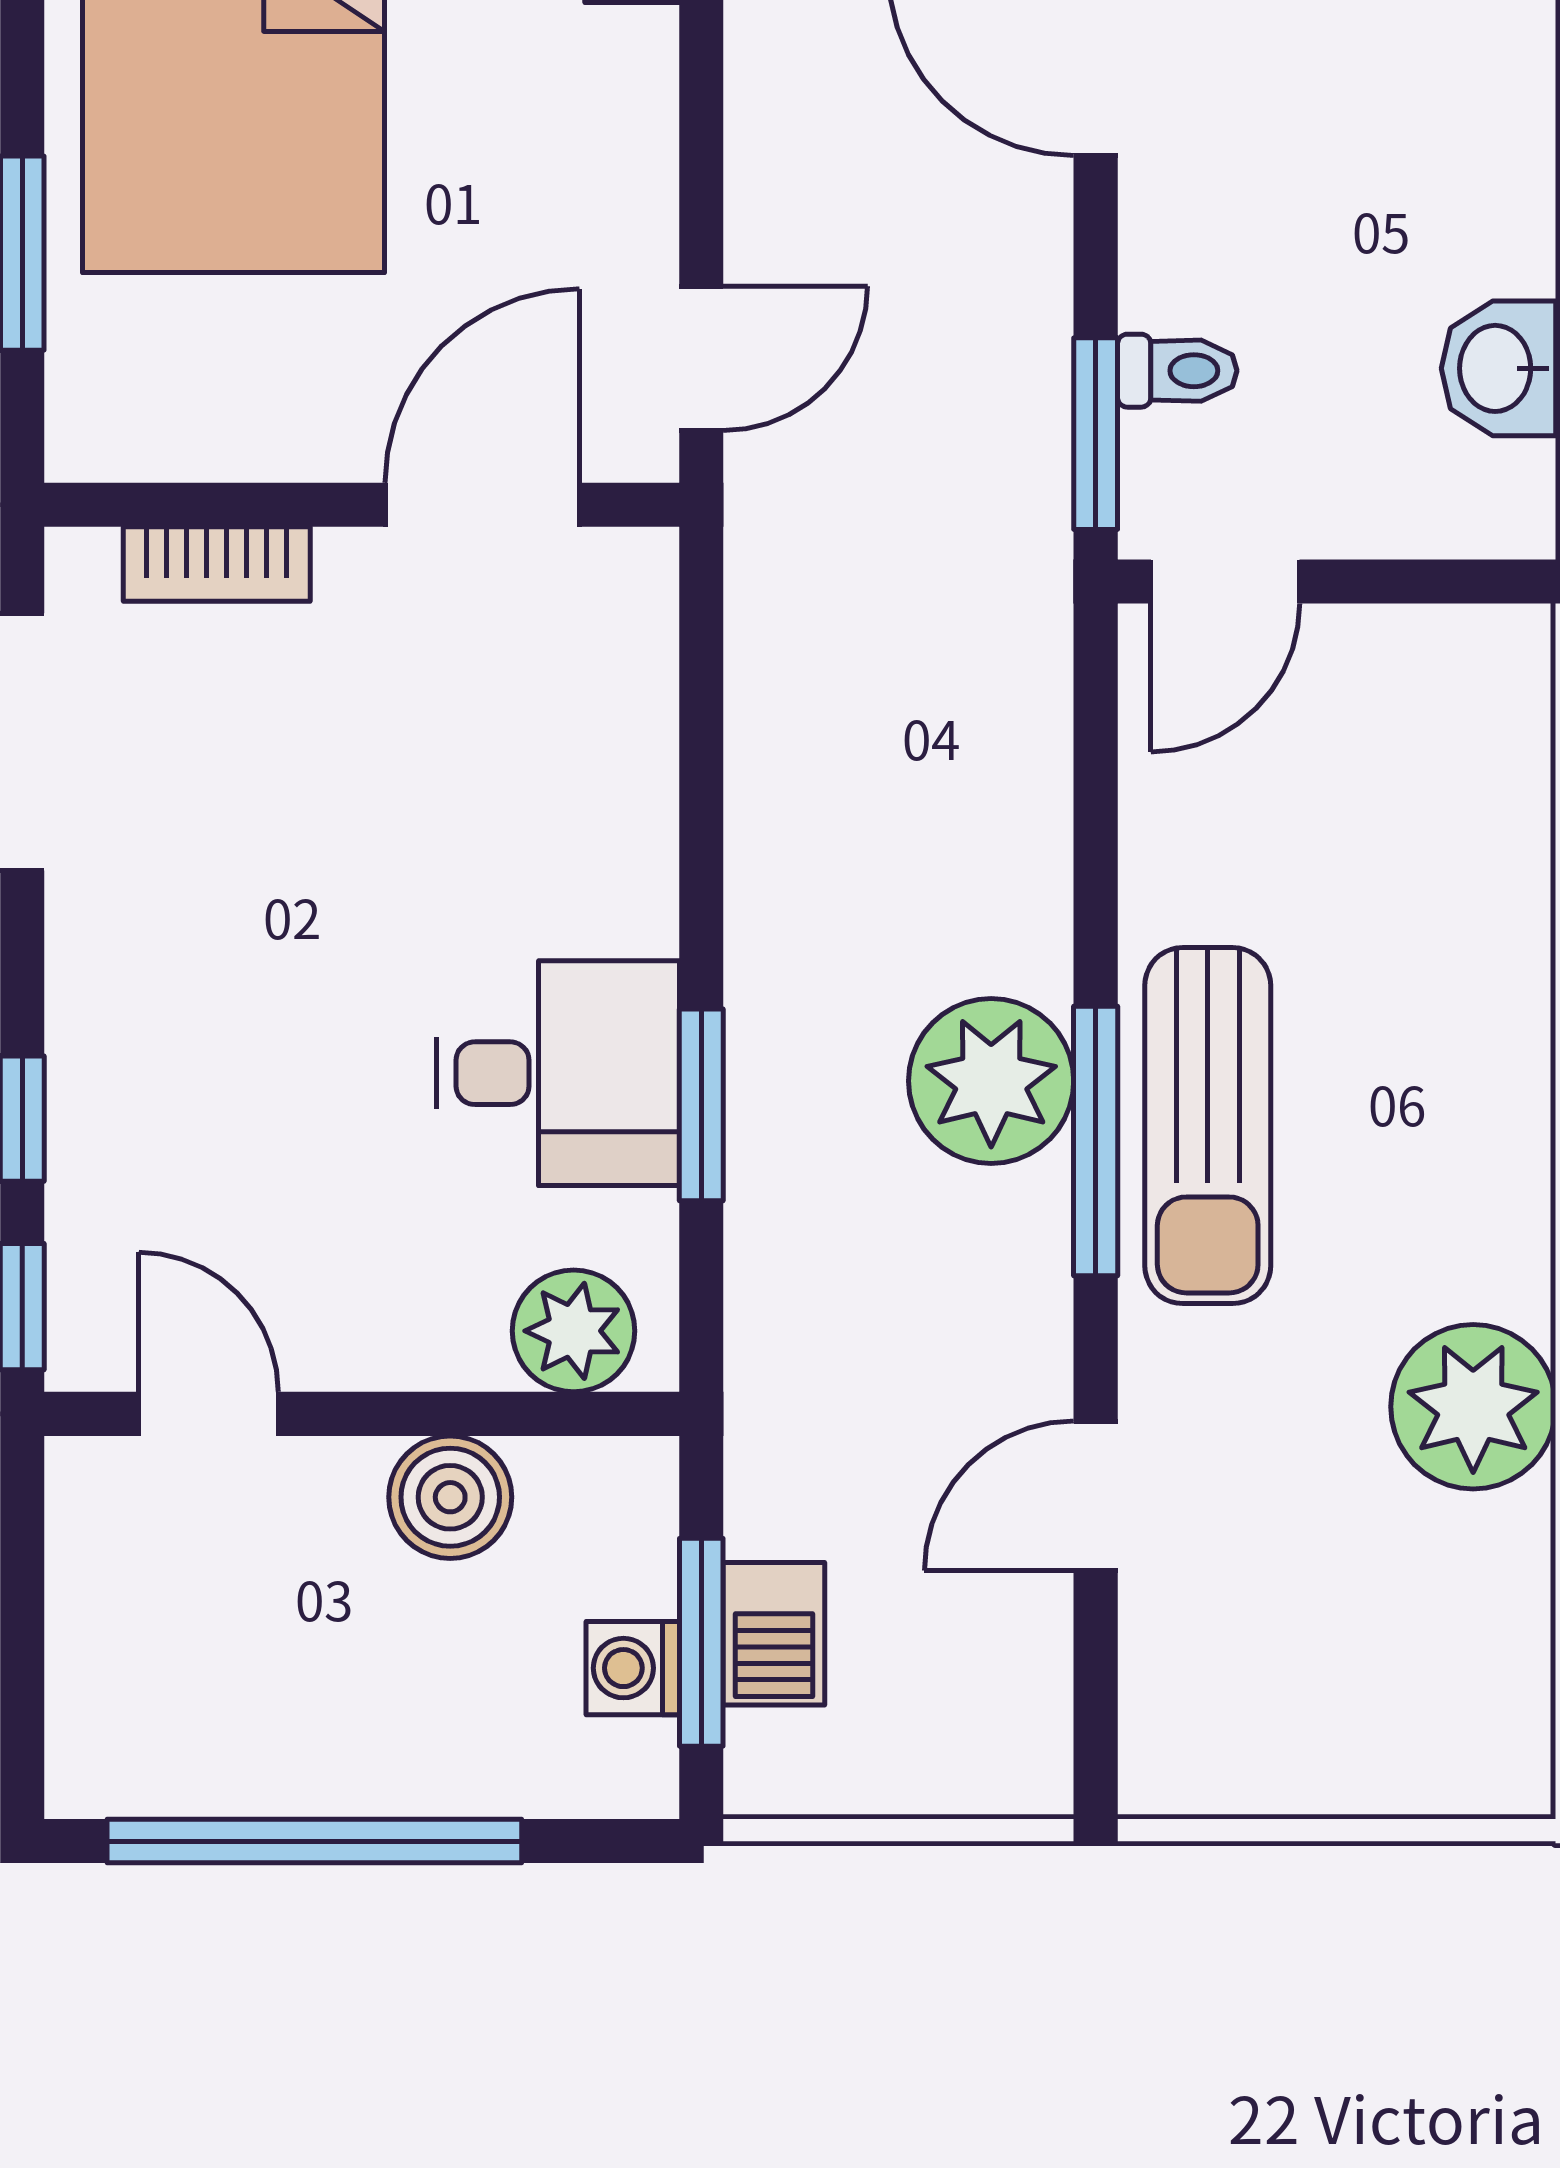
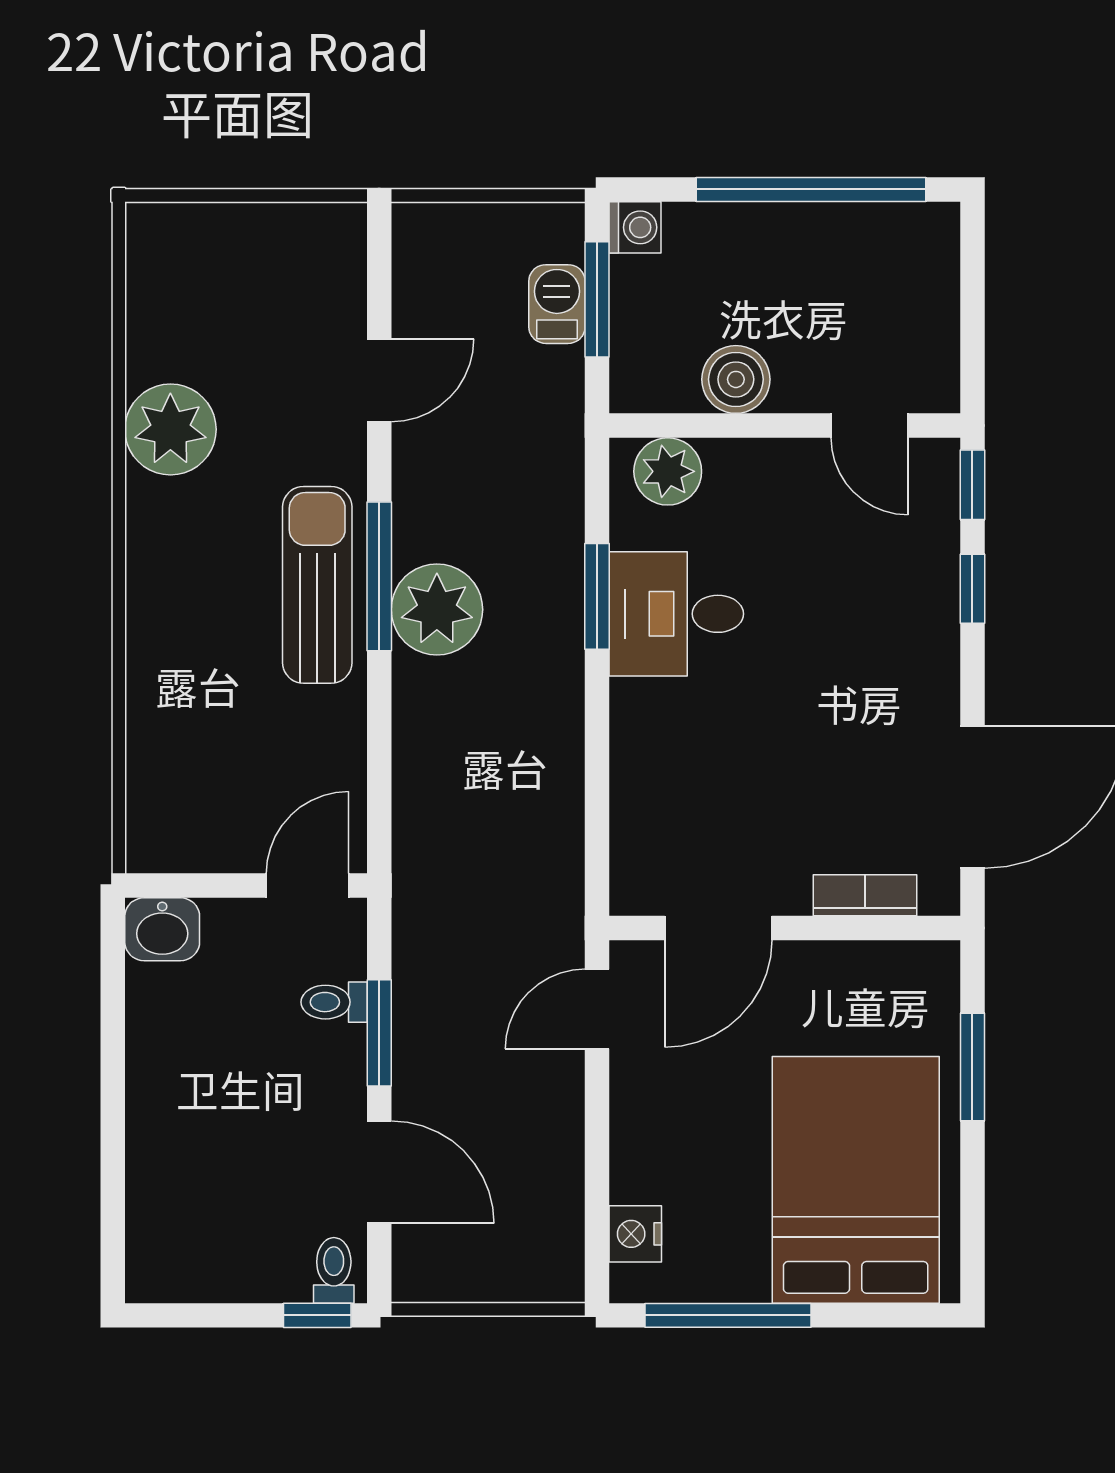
washbasin: (1499, 368) -> (162, 929), moved, turned 90
window: (1096, 434) -> (379, 1033), moved
washing machine: (633, 1668) -> (635, 227), moved

